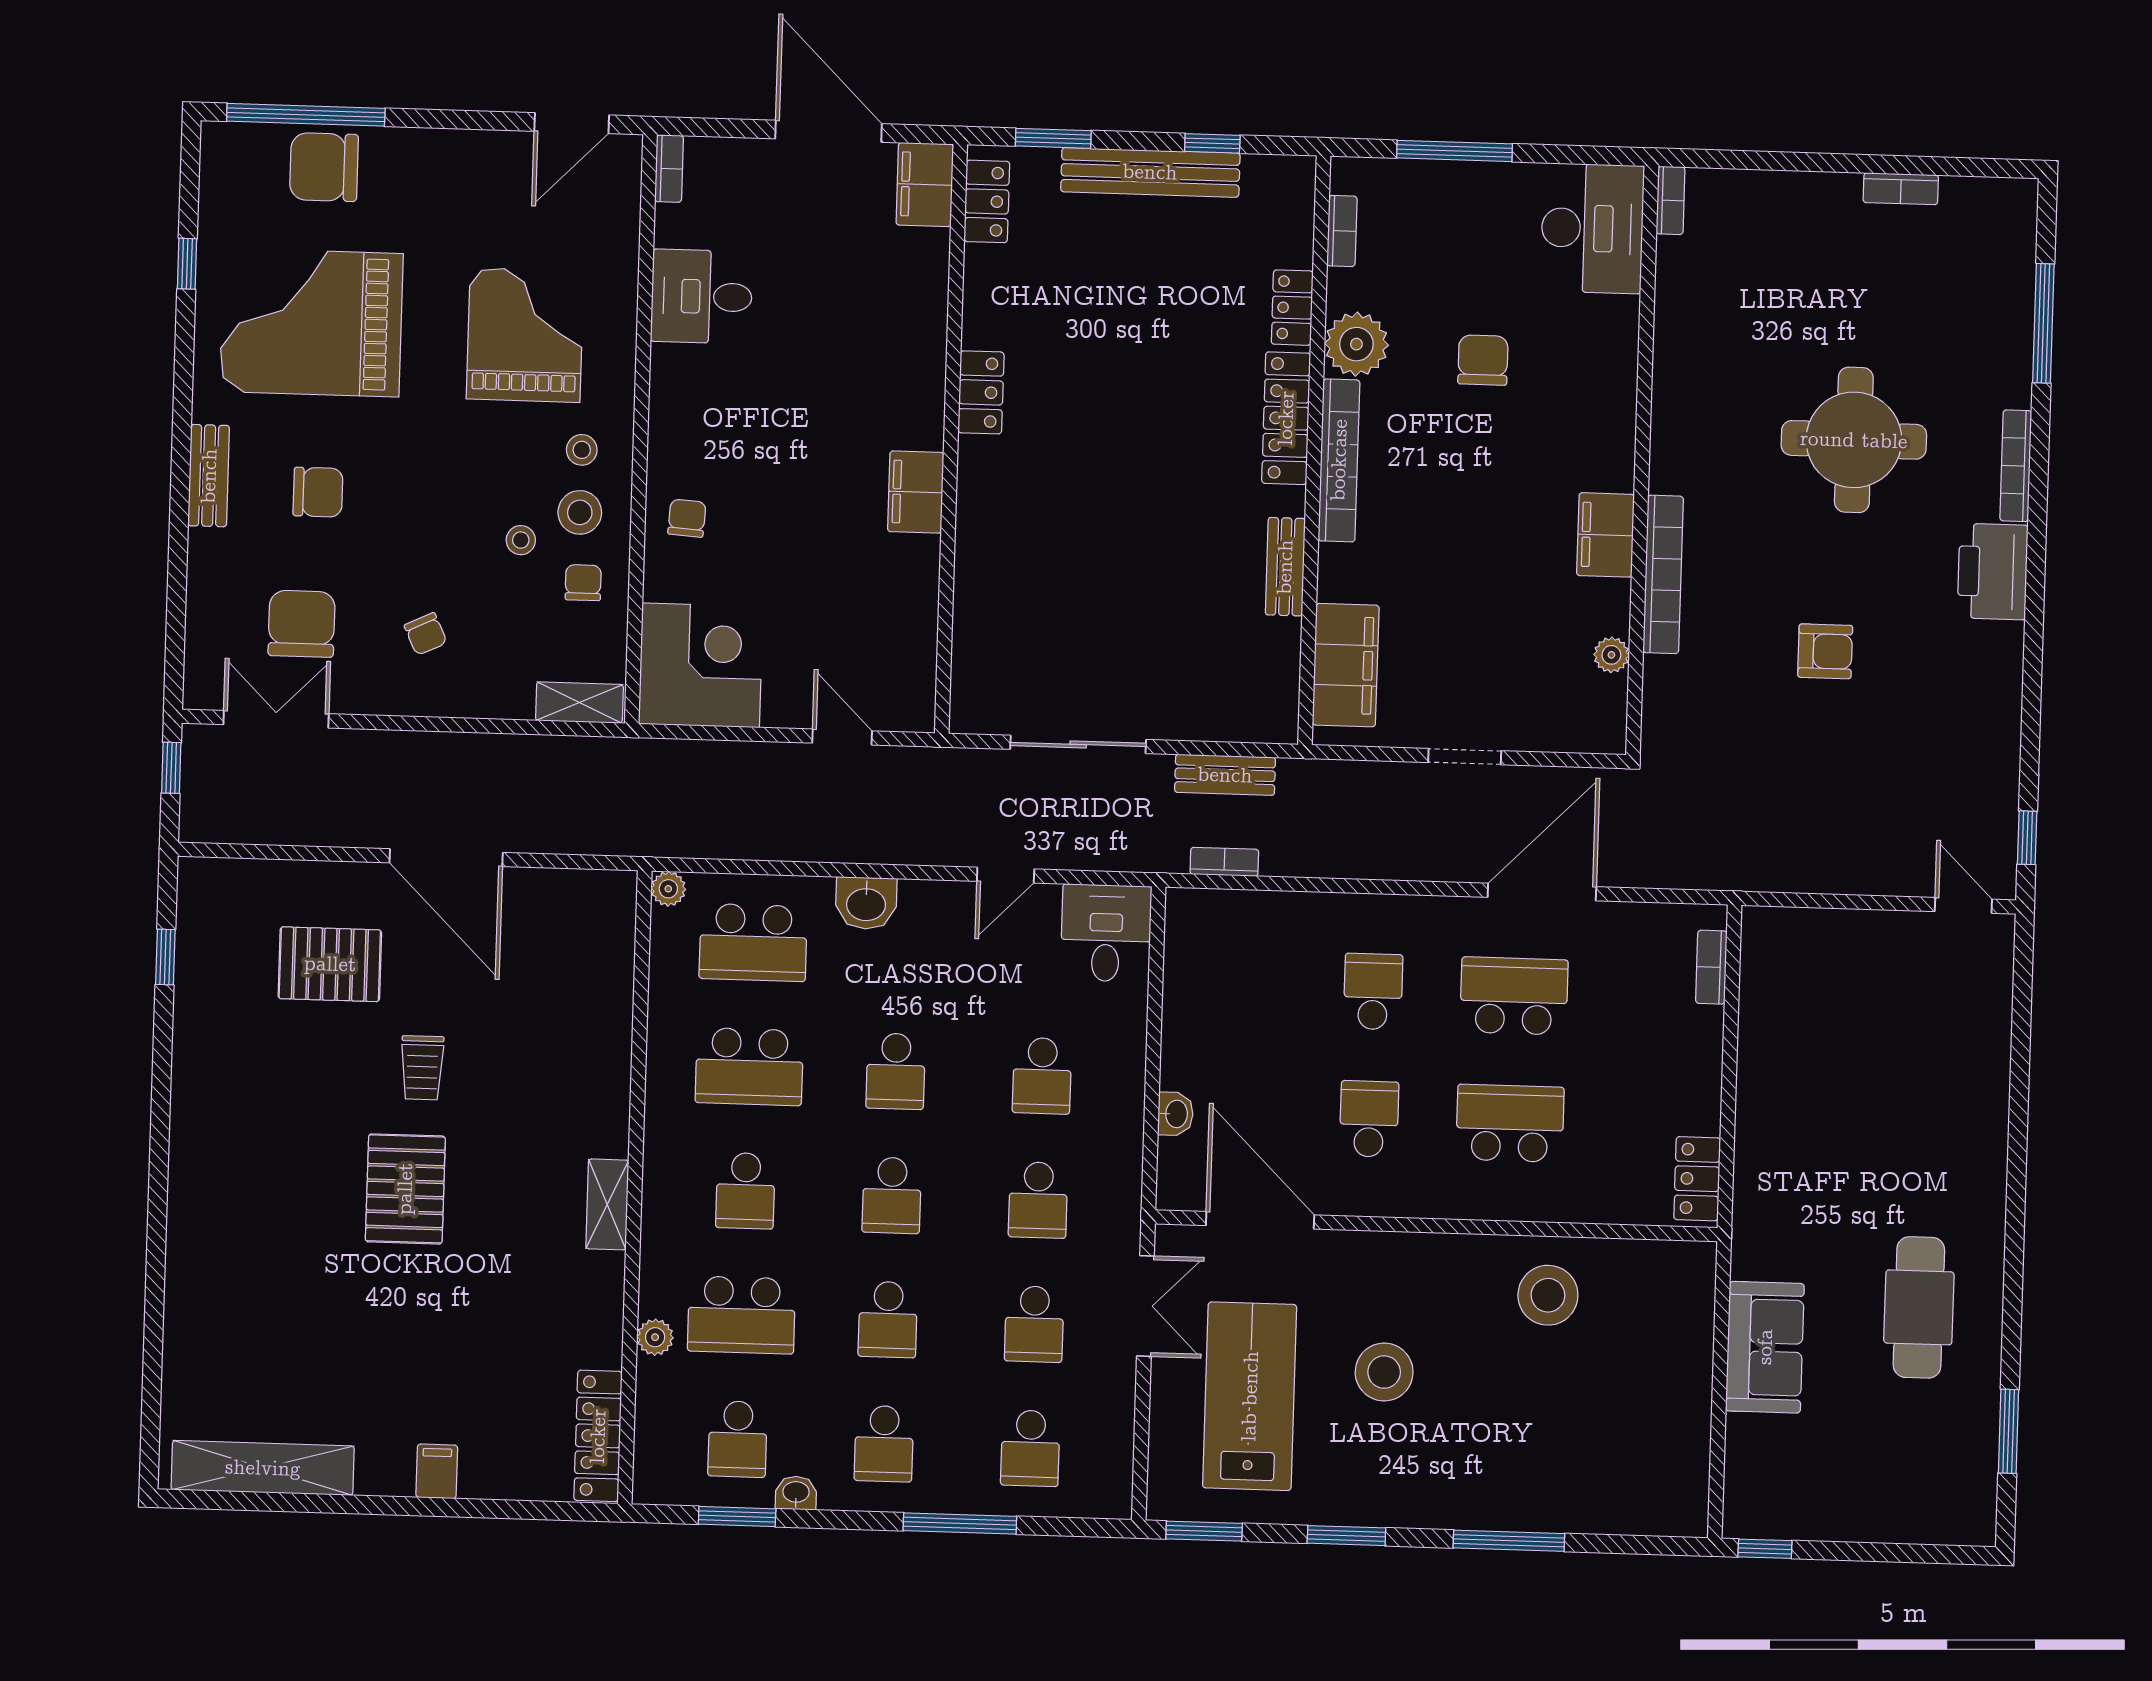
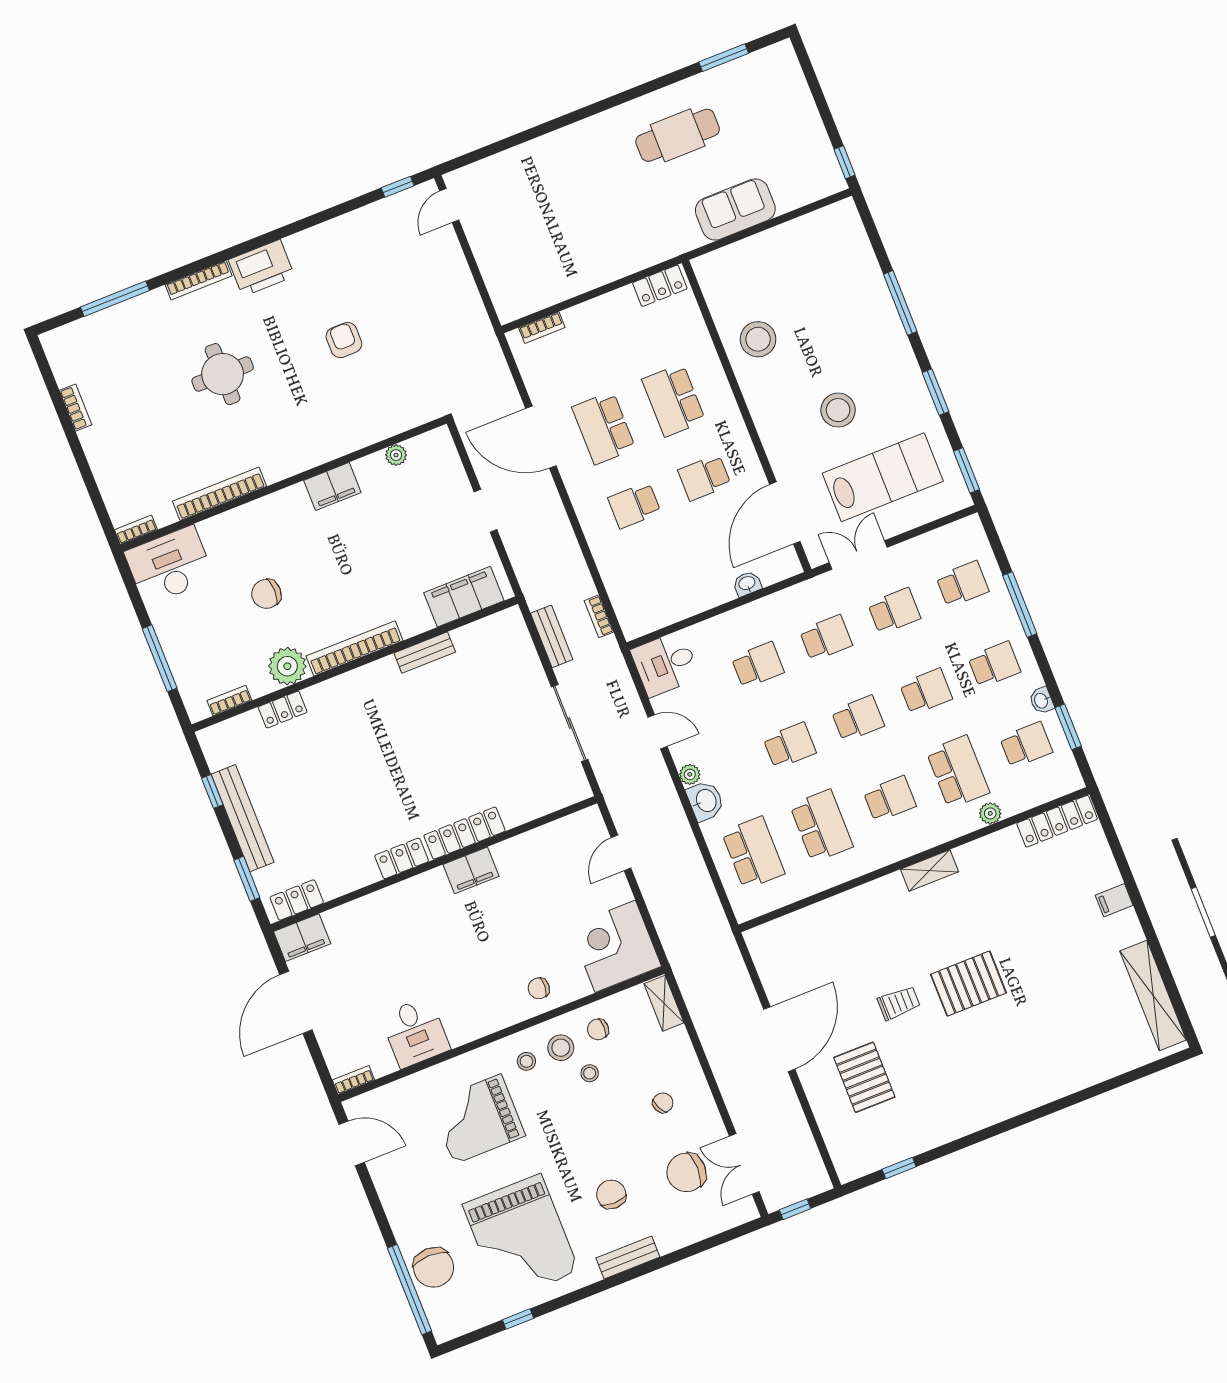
locker: (1286, 418) -> (465, 833), moved, turned 180
round table: (1854, 440) -> (223, 374), width x0.73, depth x0.73
bookcase: (1663, 574) -> (220, 494), moved
plant: (668, 889) -> (690, 774), moved
lab bench: (1250, 1396) -> (883, 477), turned 180

